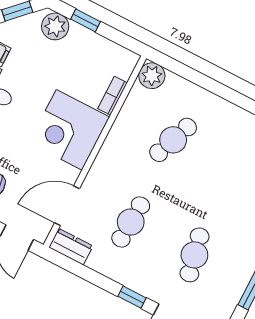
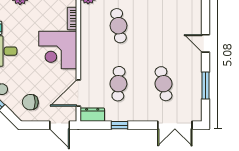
cafe table: (173, 140) -> (118, 26), turned -30
window: (132, 297) -> (119, 125), moved

